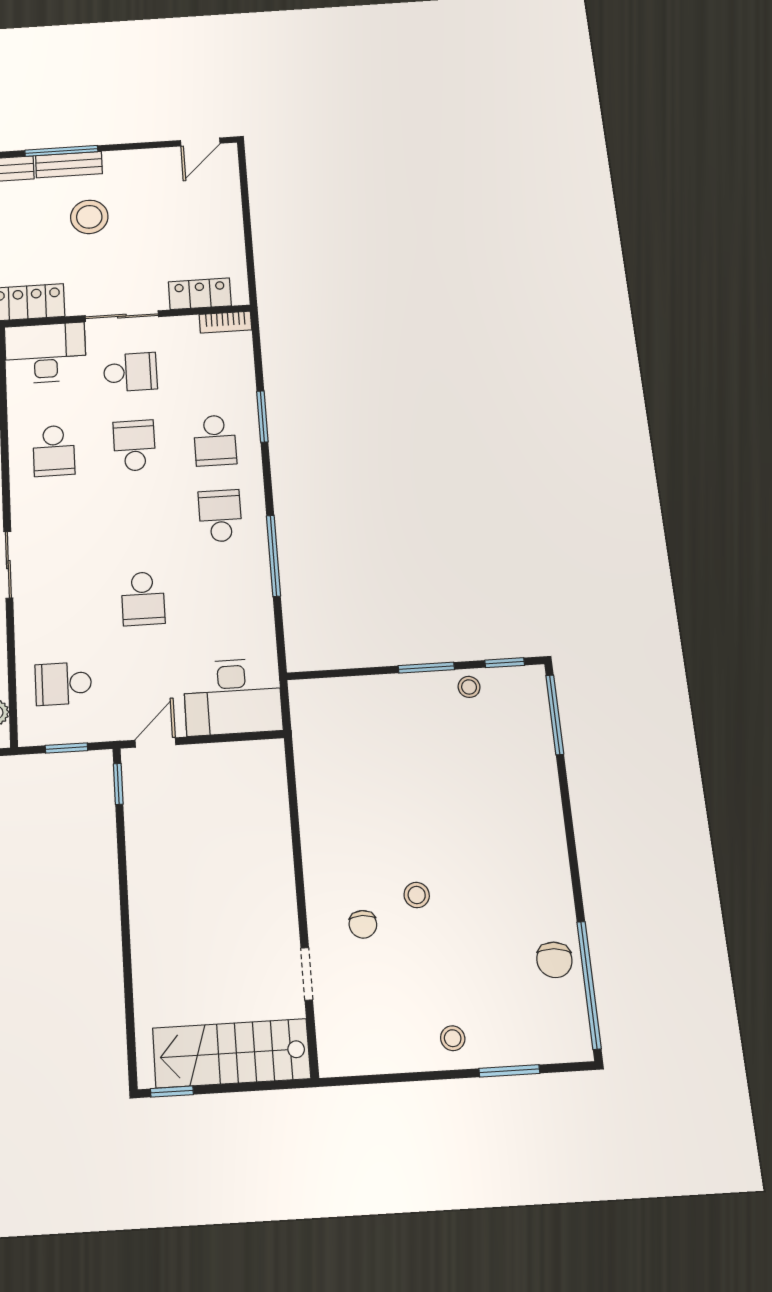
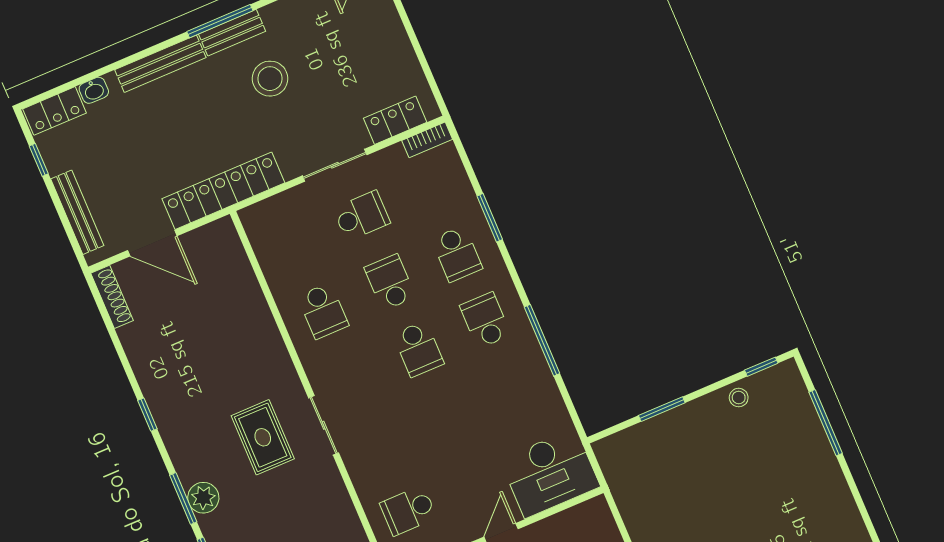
desk: (45, 353) -> (281, 223), removed
school desk: (143, 599) -> (418, 349), moved
window: (426, 668) -> (662, 409), moved
window: (555, 715) -> (826, 423), moved

